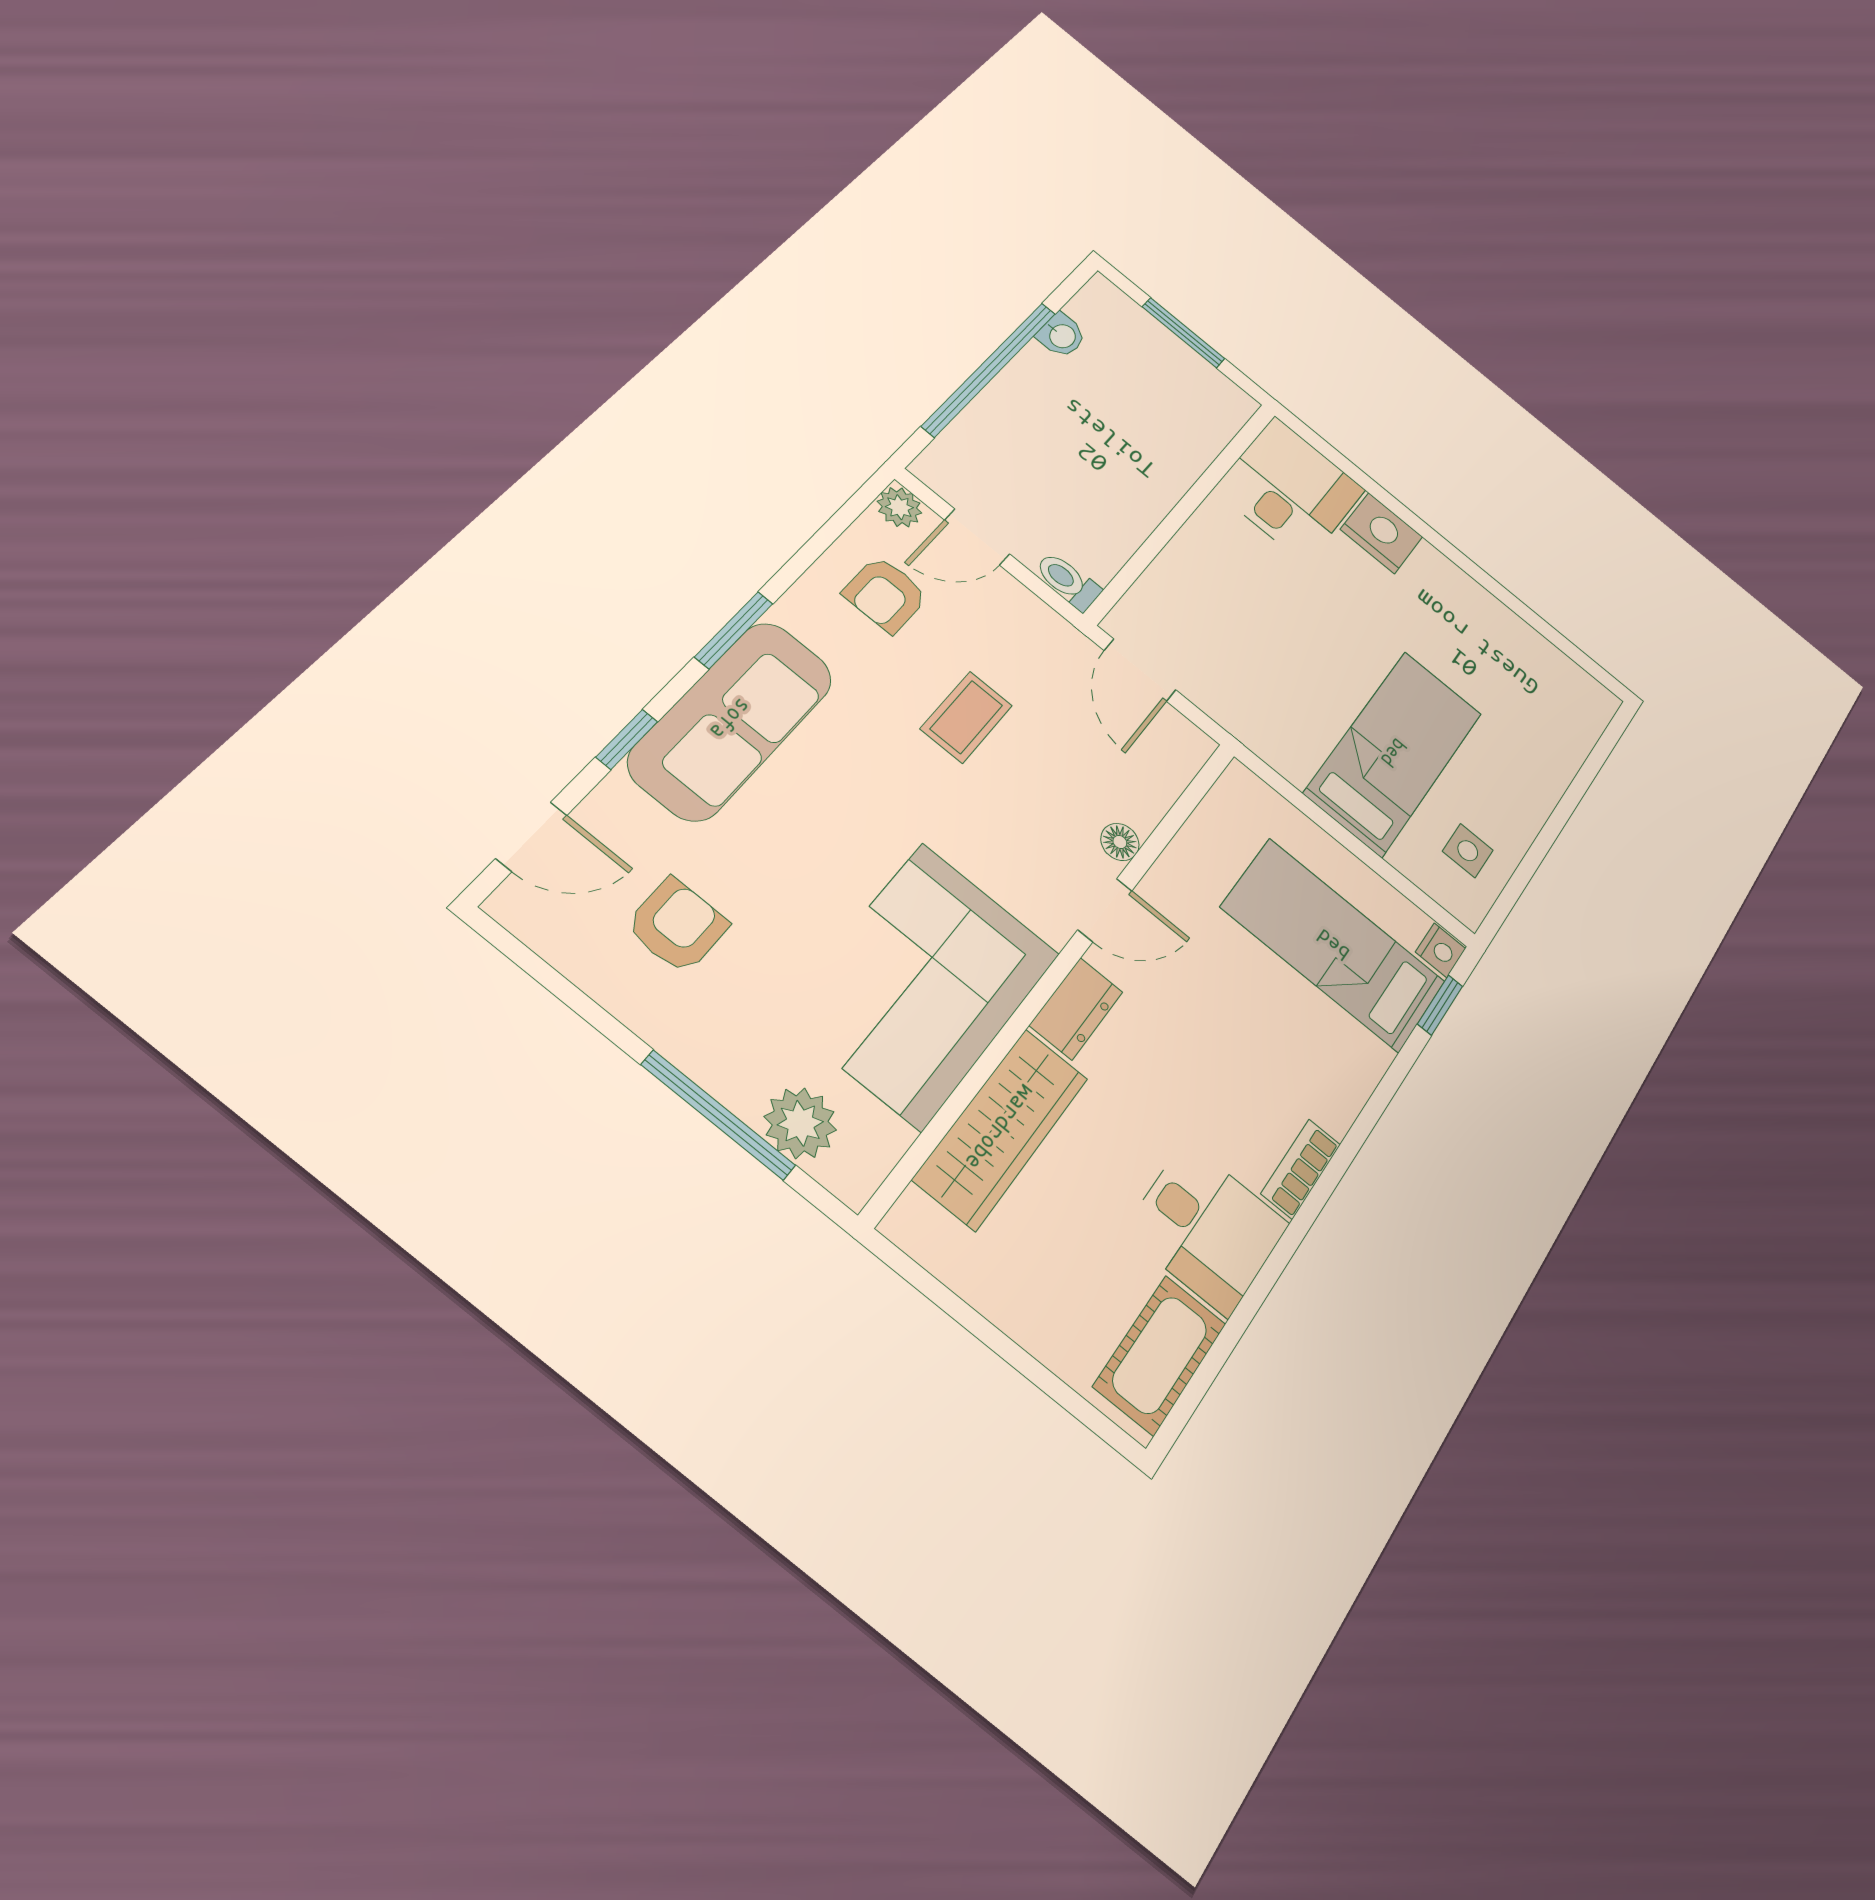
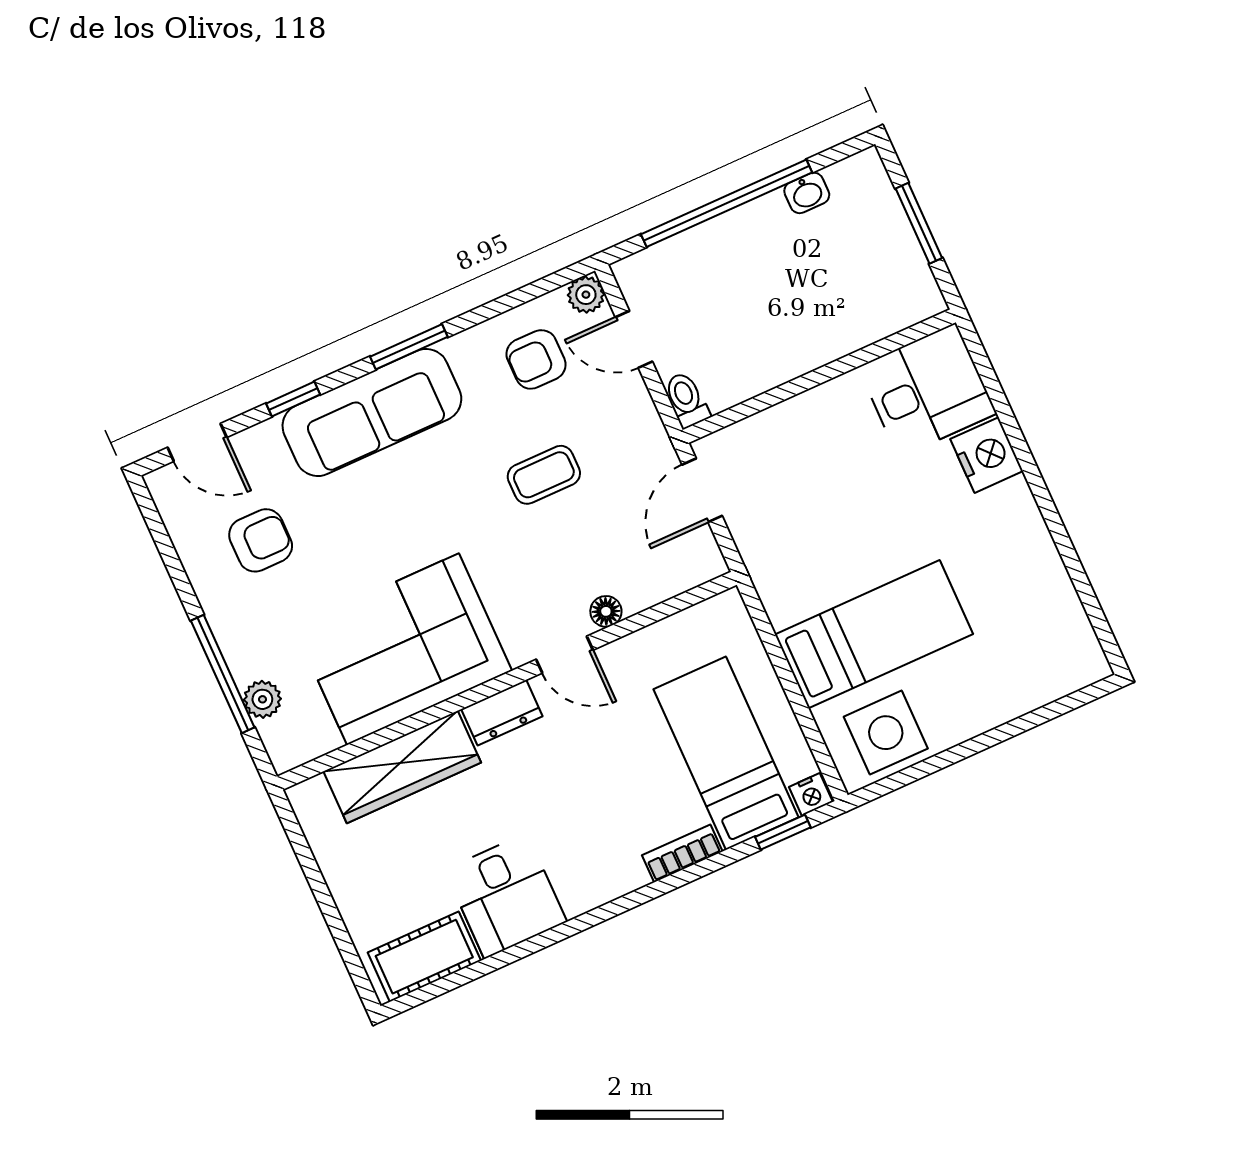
side table: (1468, 851) -> (886, 733), width x1.87, depth x1.87
plant: (800, 1123) -> (262, 699), width x0.73, depth x0.73
bookcase: (1301, 1169) -> (682, 853), moved

